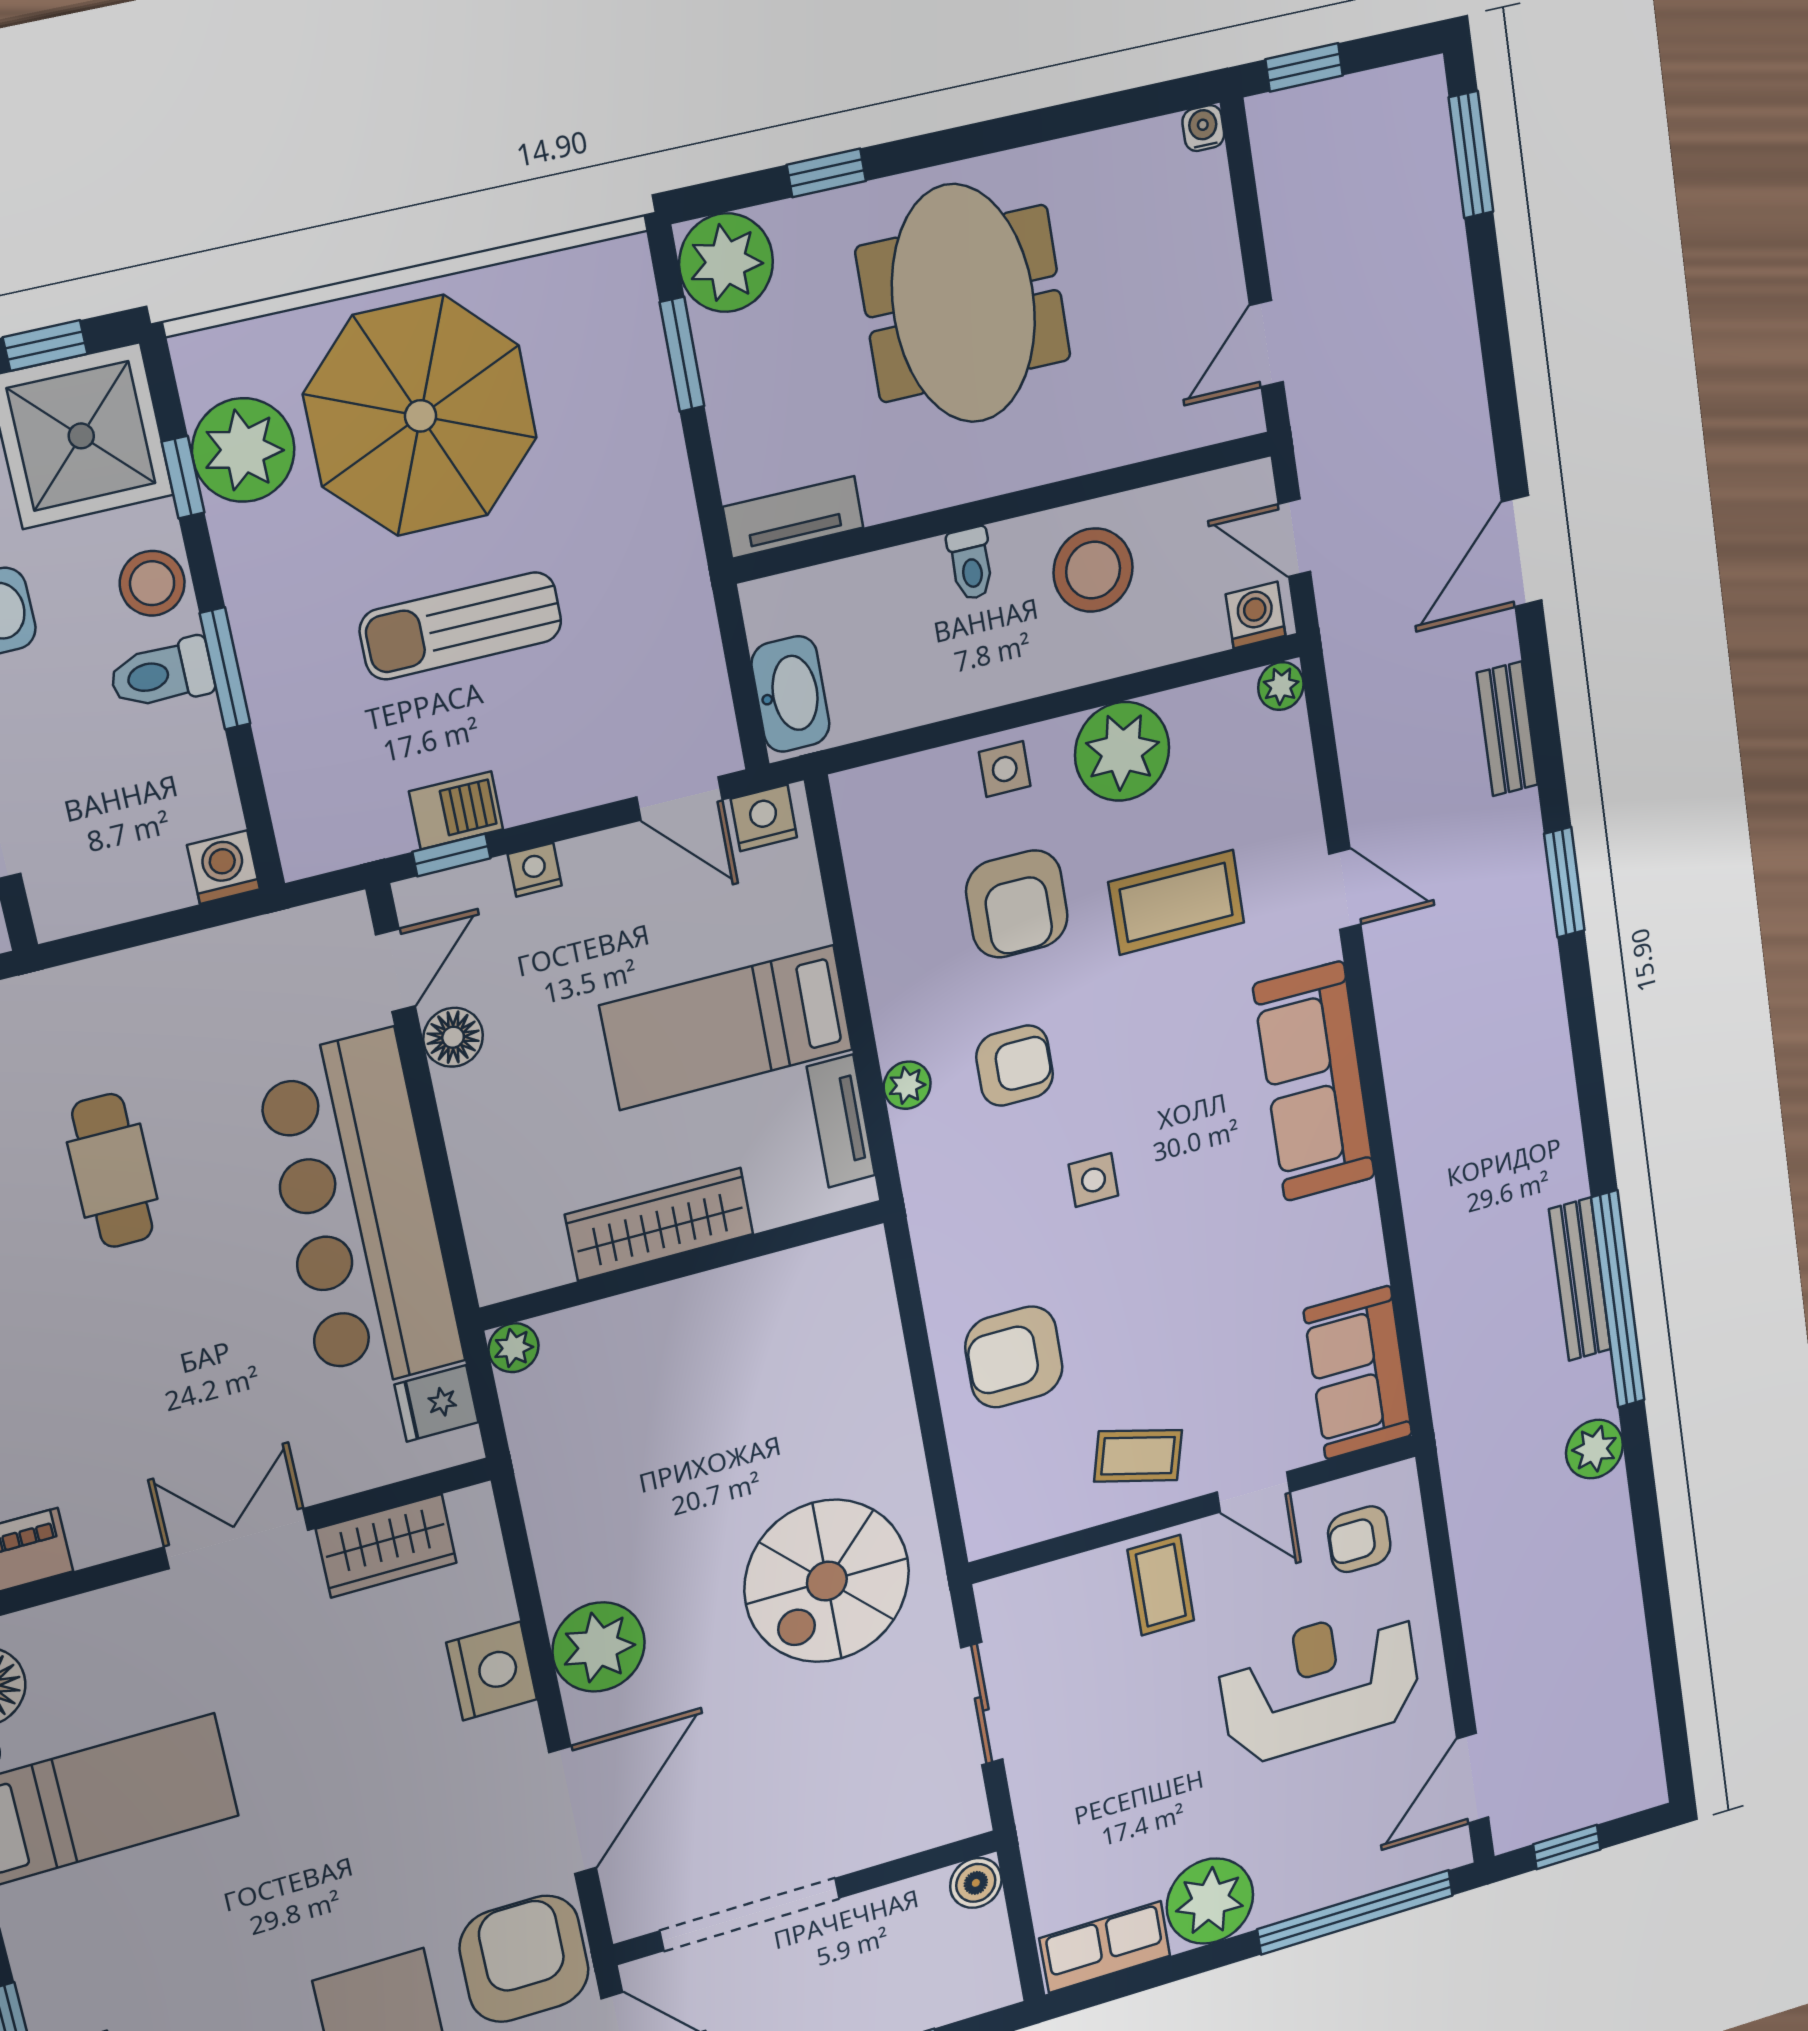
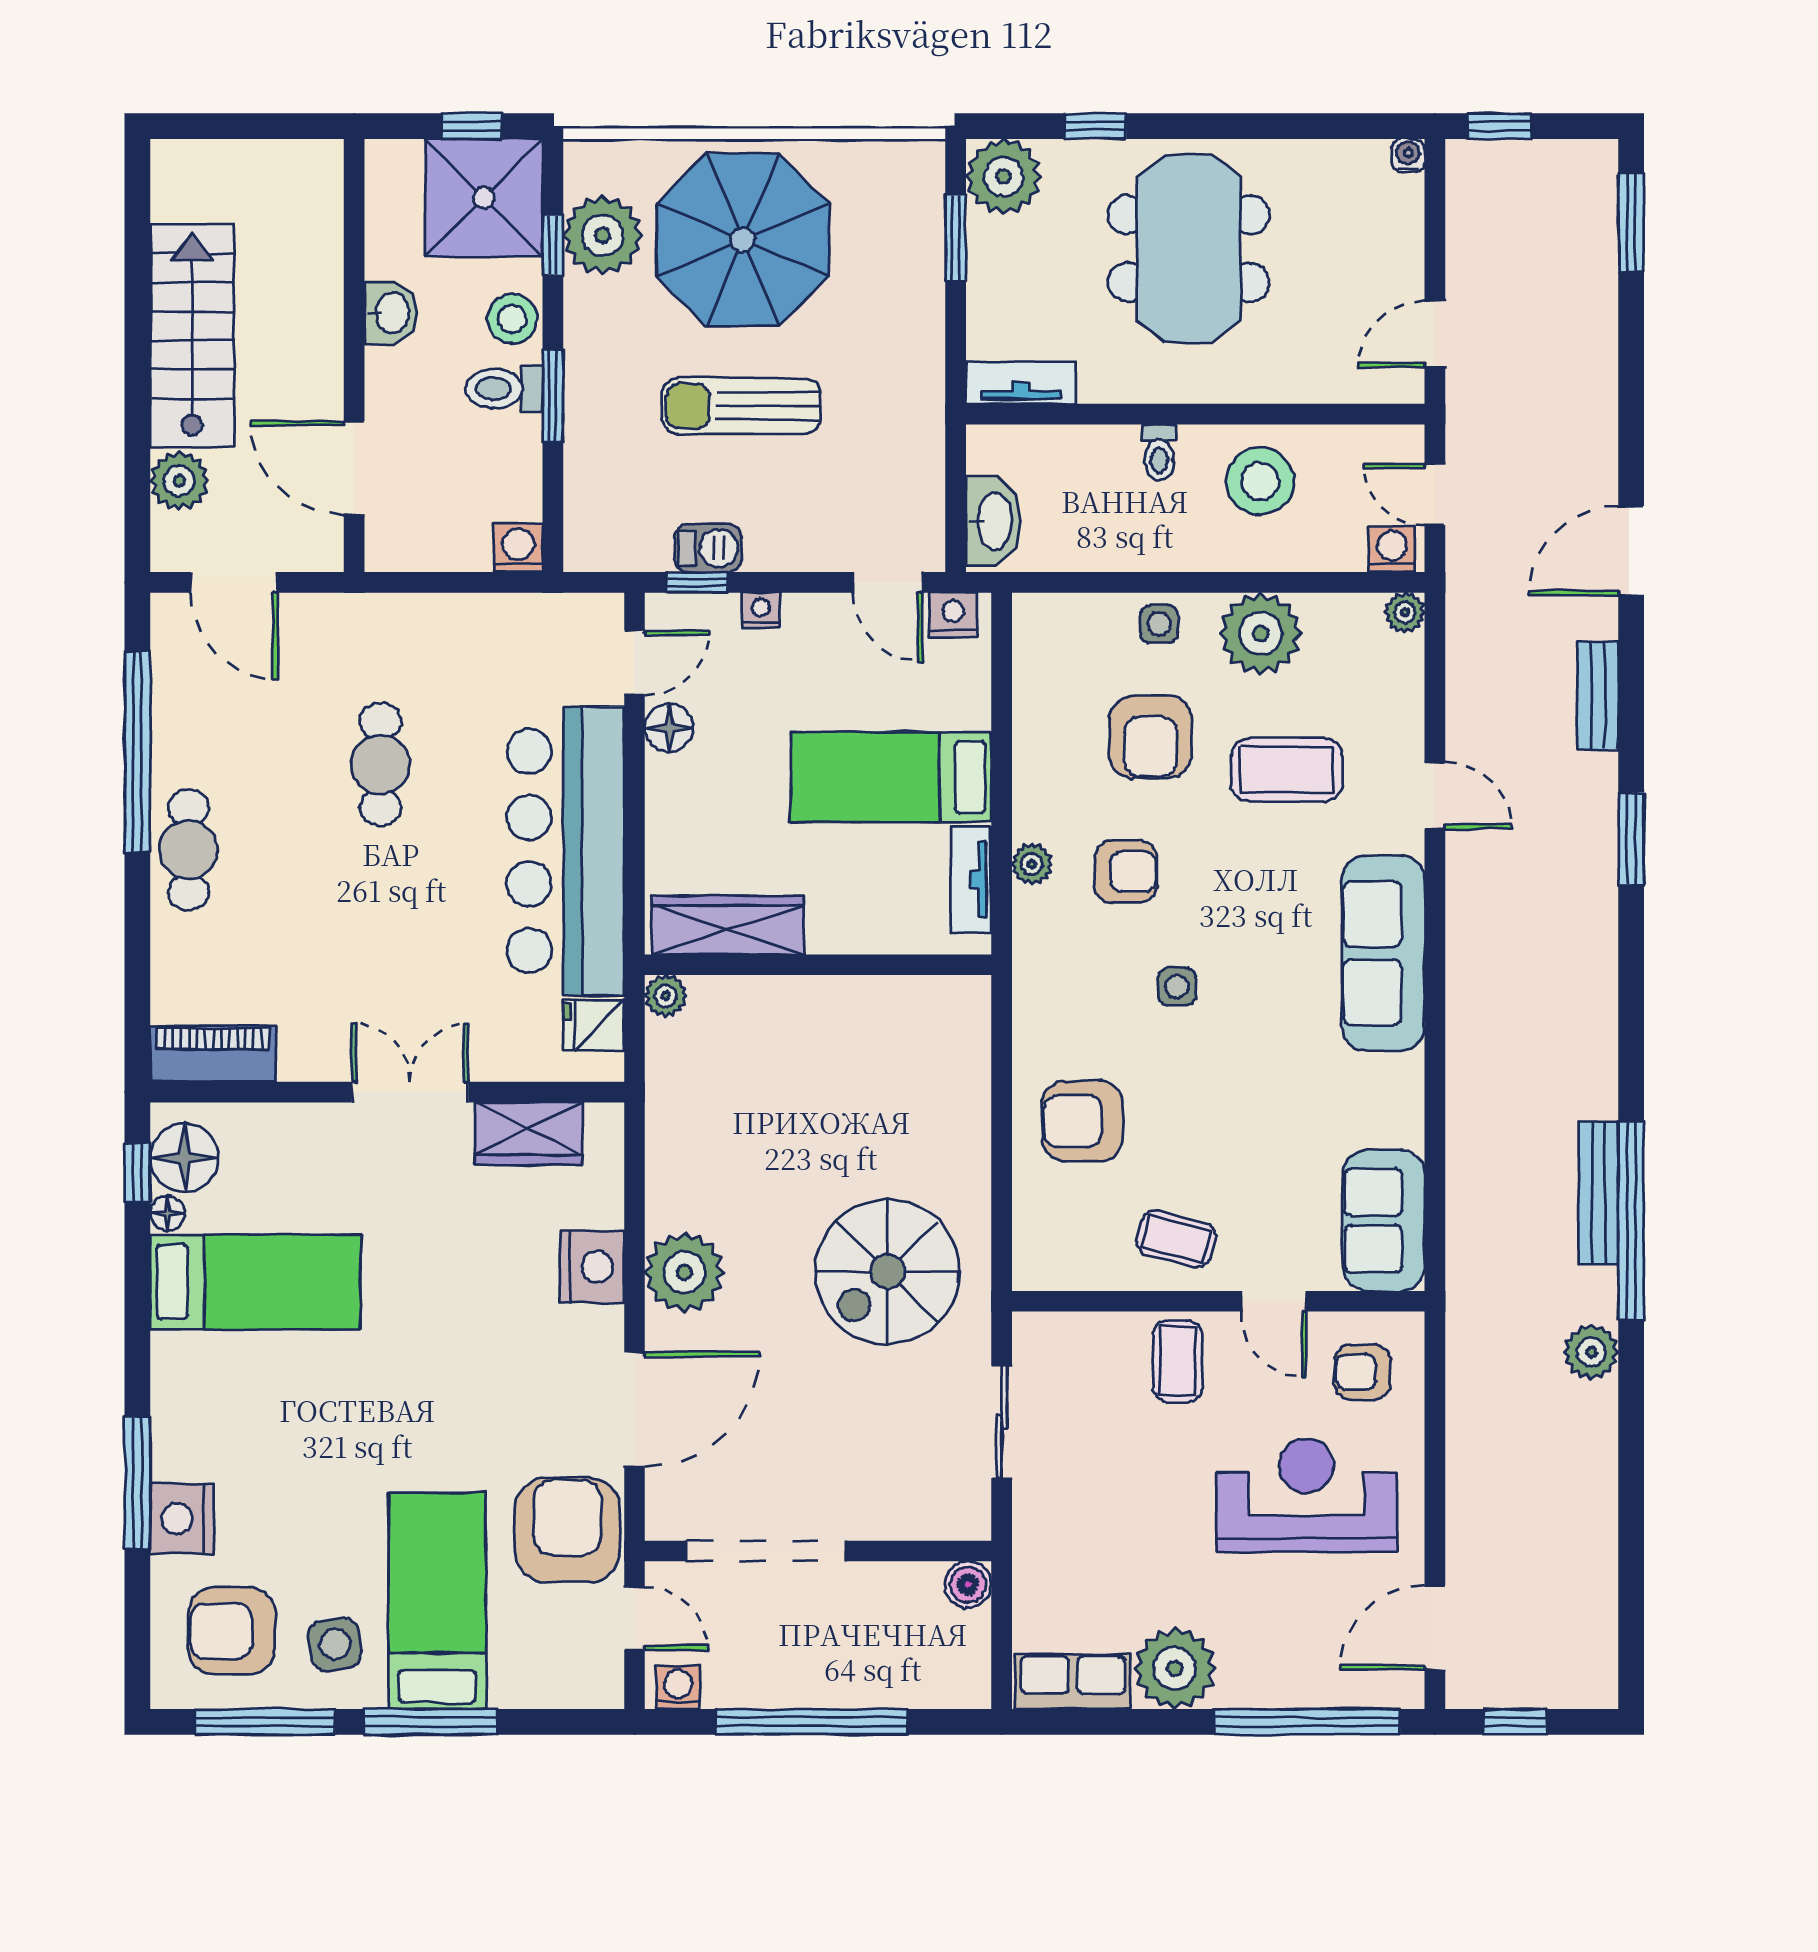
wardrobe: (659, 1224) -> (728, 925), moved

